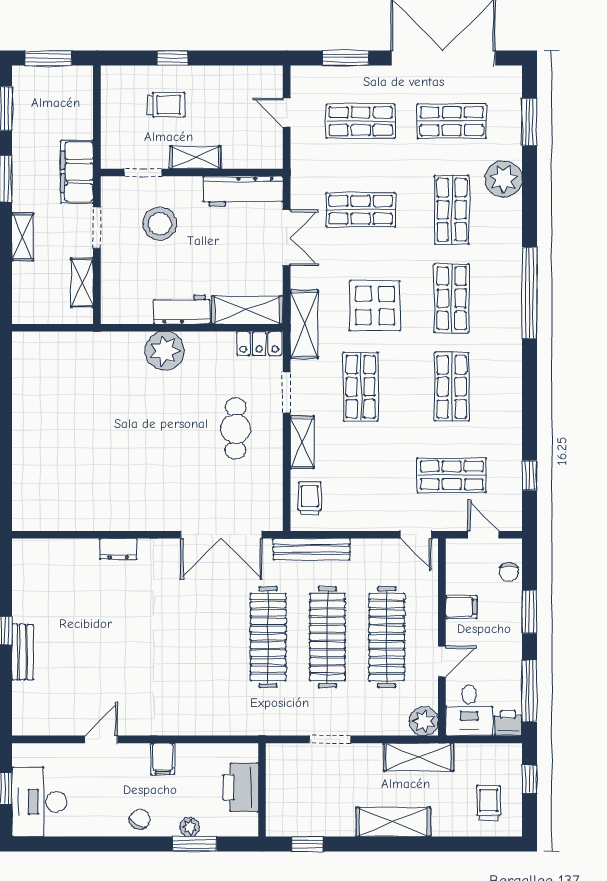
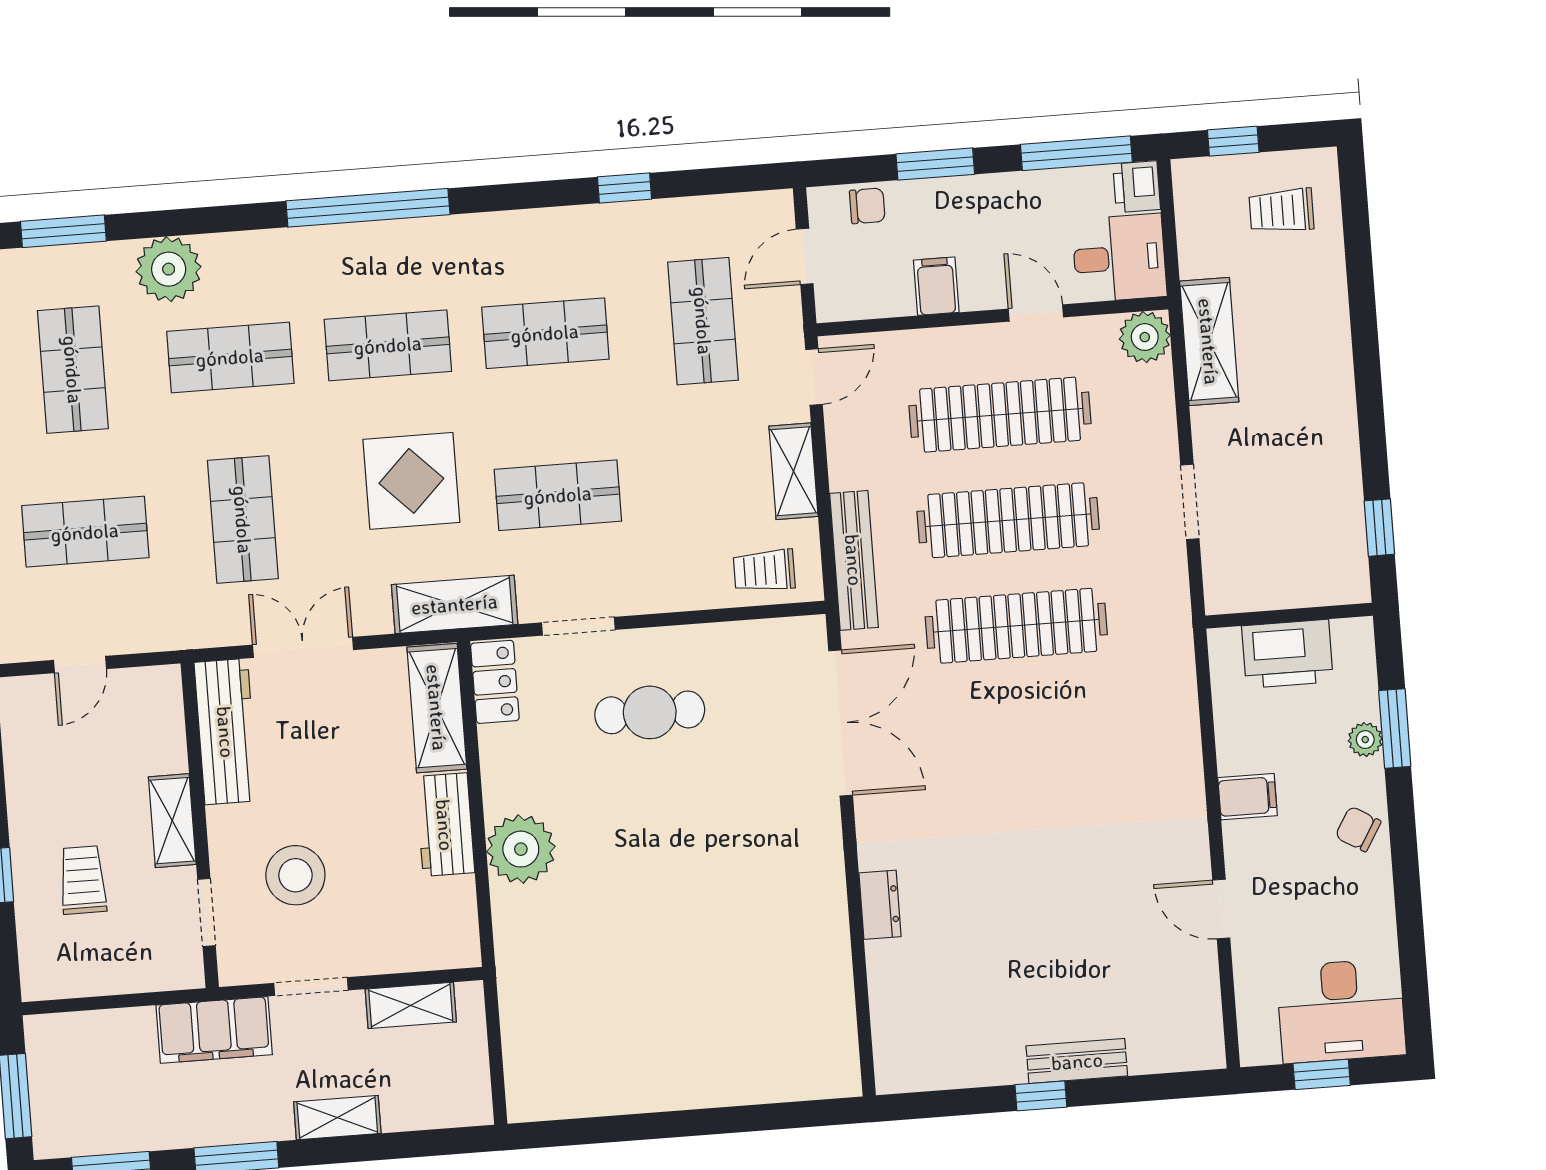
shop shelf: (361, 121) -> (85, 532), turned 90
shelving: (302, 442) -> (793, 471), moved, turned 90
window: (529, 475) -> (624, 188), moved
shelving: (393, 822) -> (1328, 378), removed

